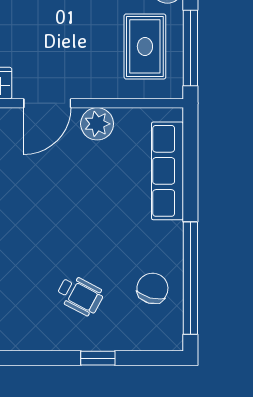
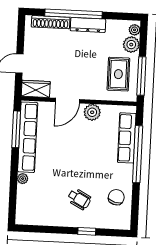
window: (190, 278) -> (138, 154), moved

